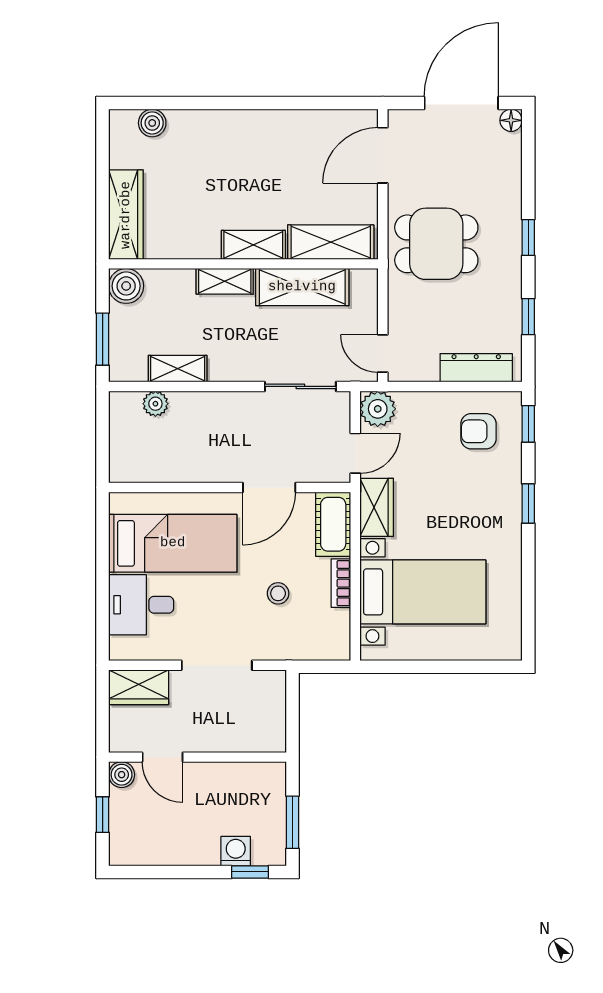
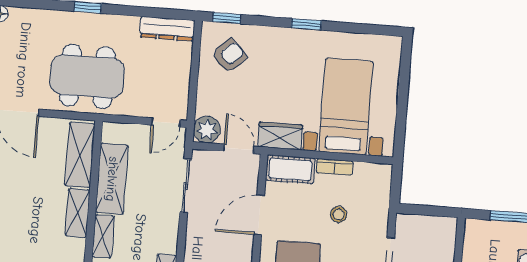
dining table: (436, 244) -> (87, 76), width x1.38
window: (528, 317) -> (147, 12), removed
dresser: (476, 368) -> (167, 29), moved, turned -90
armchair: (478, 431) -> (229, 56), turned -133
door: (269, 488) -> (259, 215), swing flipped
window: (528, 504) -> (306, 24), moved

